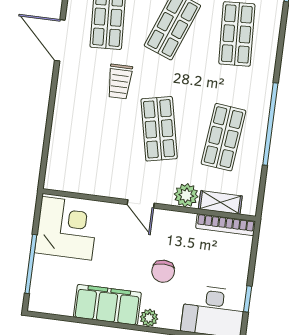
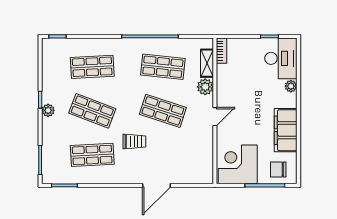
door: (60, 40) -> (156, 185), moved
shop shelf: (159, 129) -> (163, 111), turned 30
bookcase: (226, 225) -> (222, 51), width x0.64
chair: (163, 271) -> (278, 170), moved, turned 180
plant: (149, 318) -> (291, 86), moved

